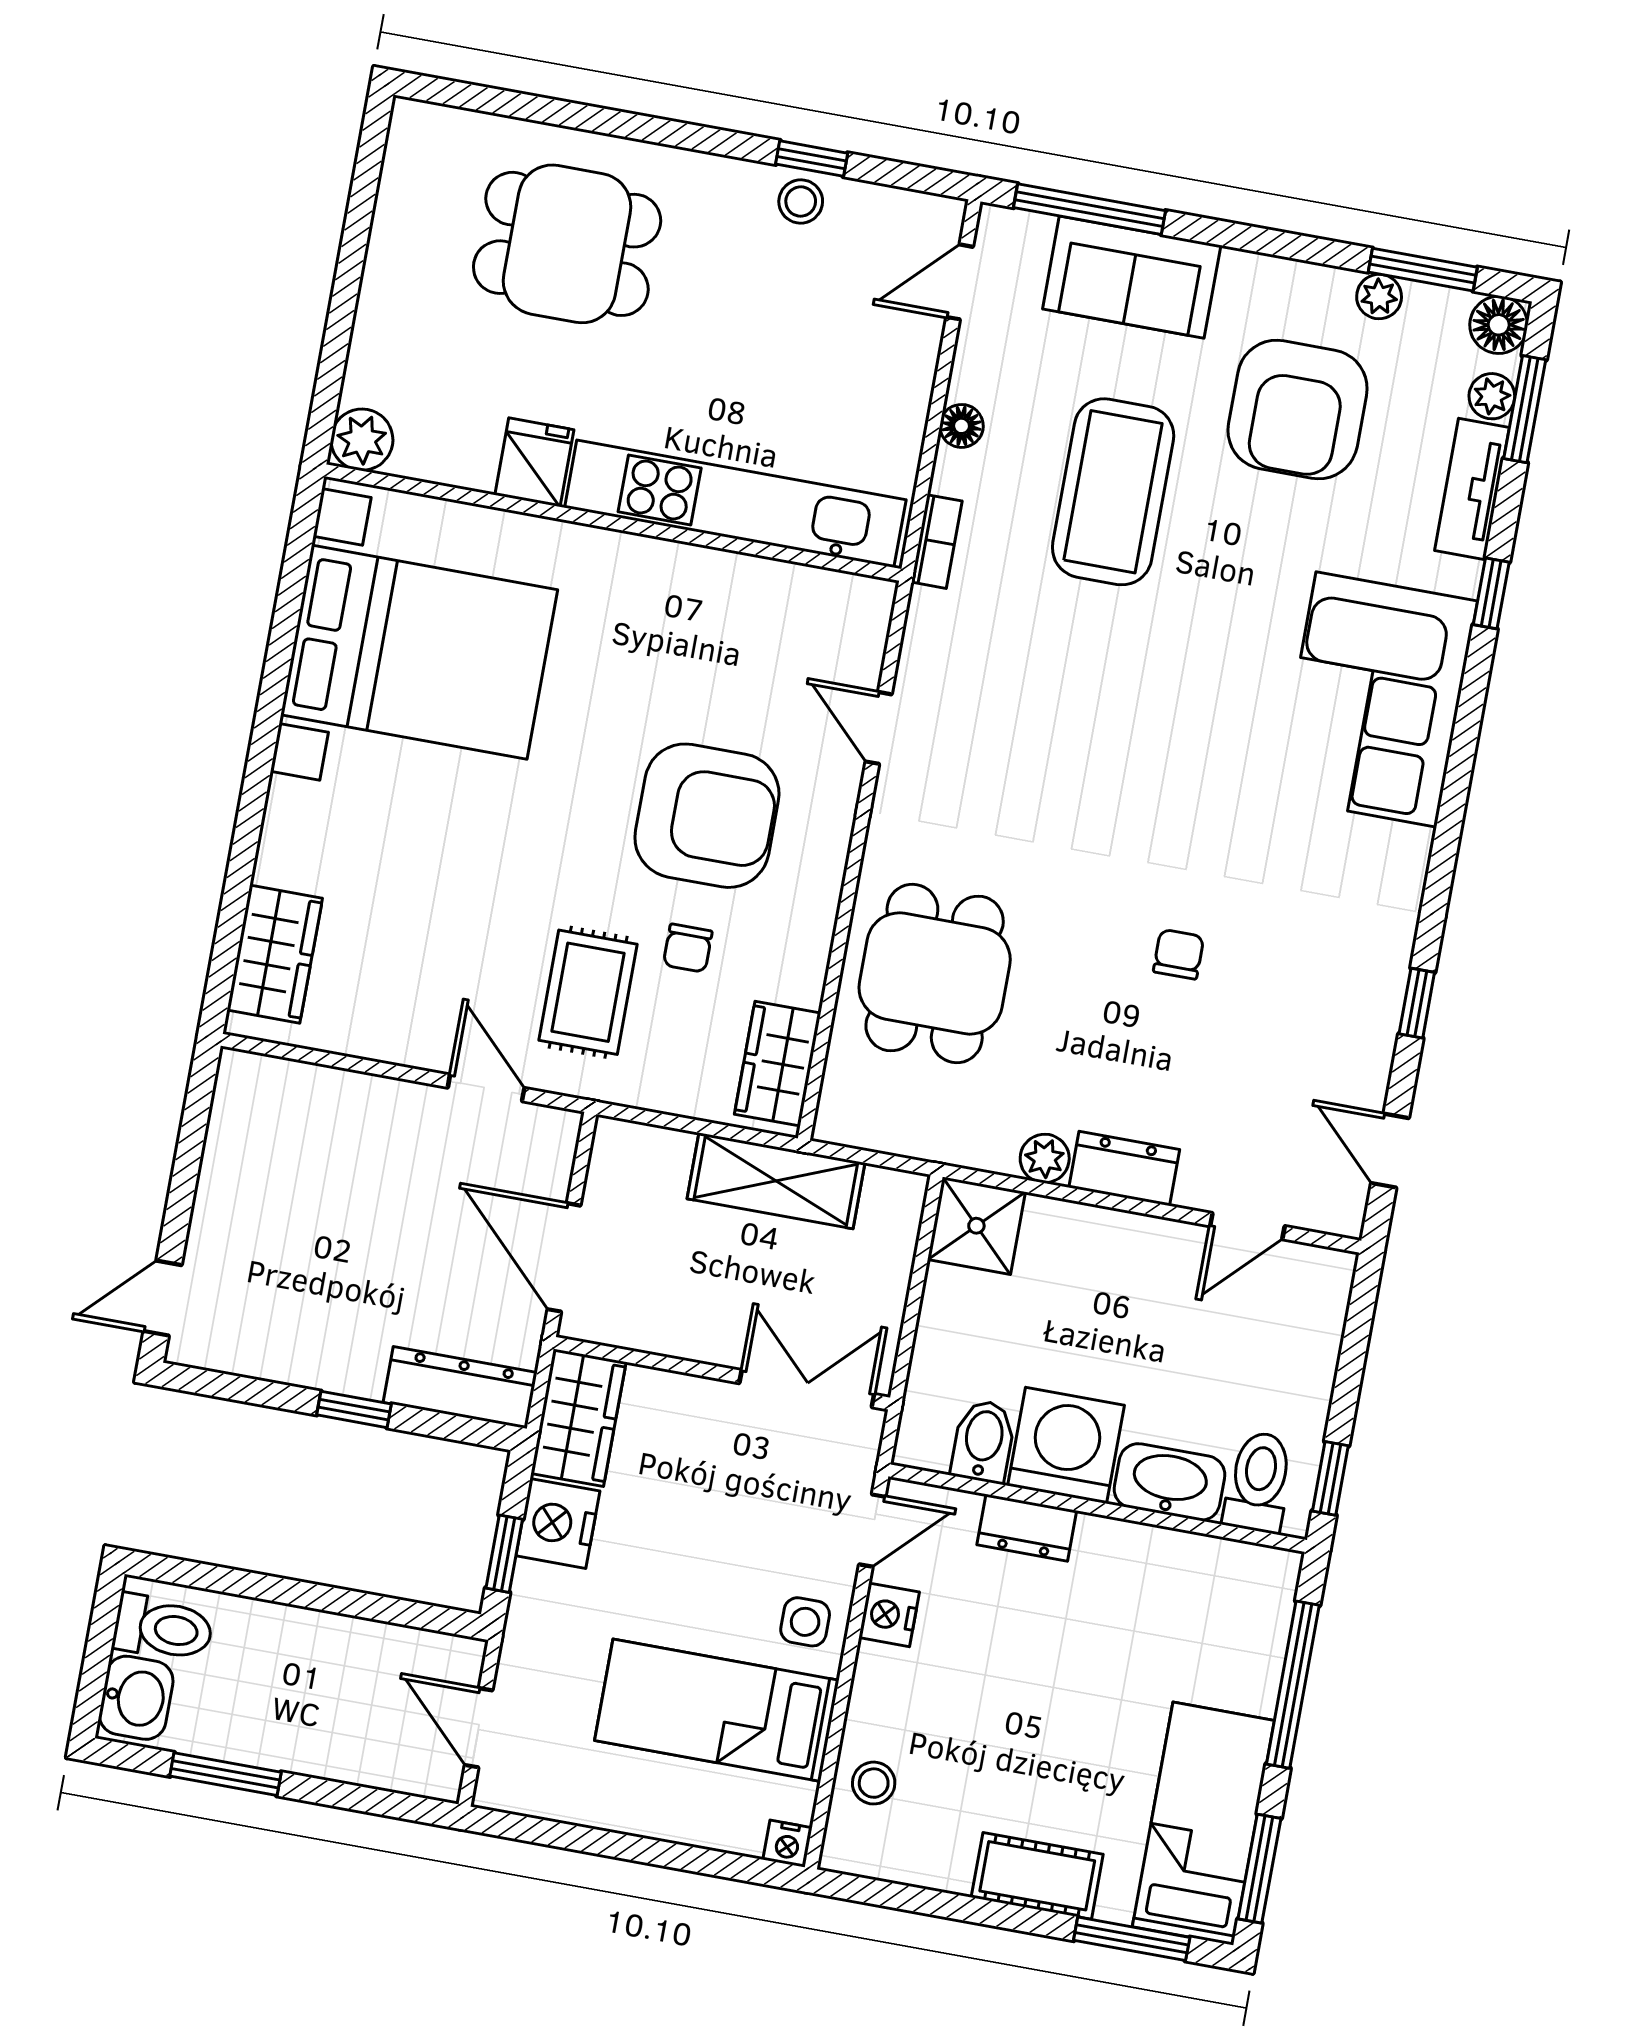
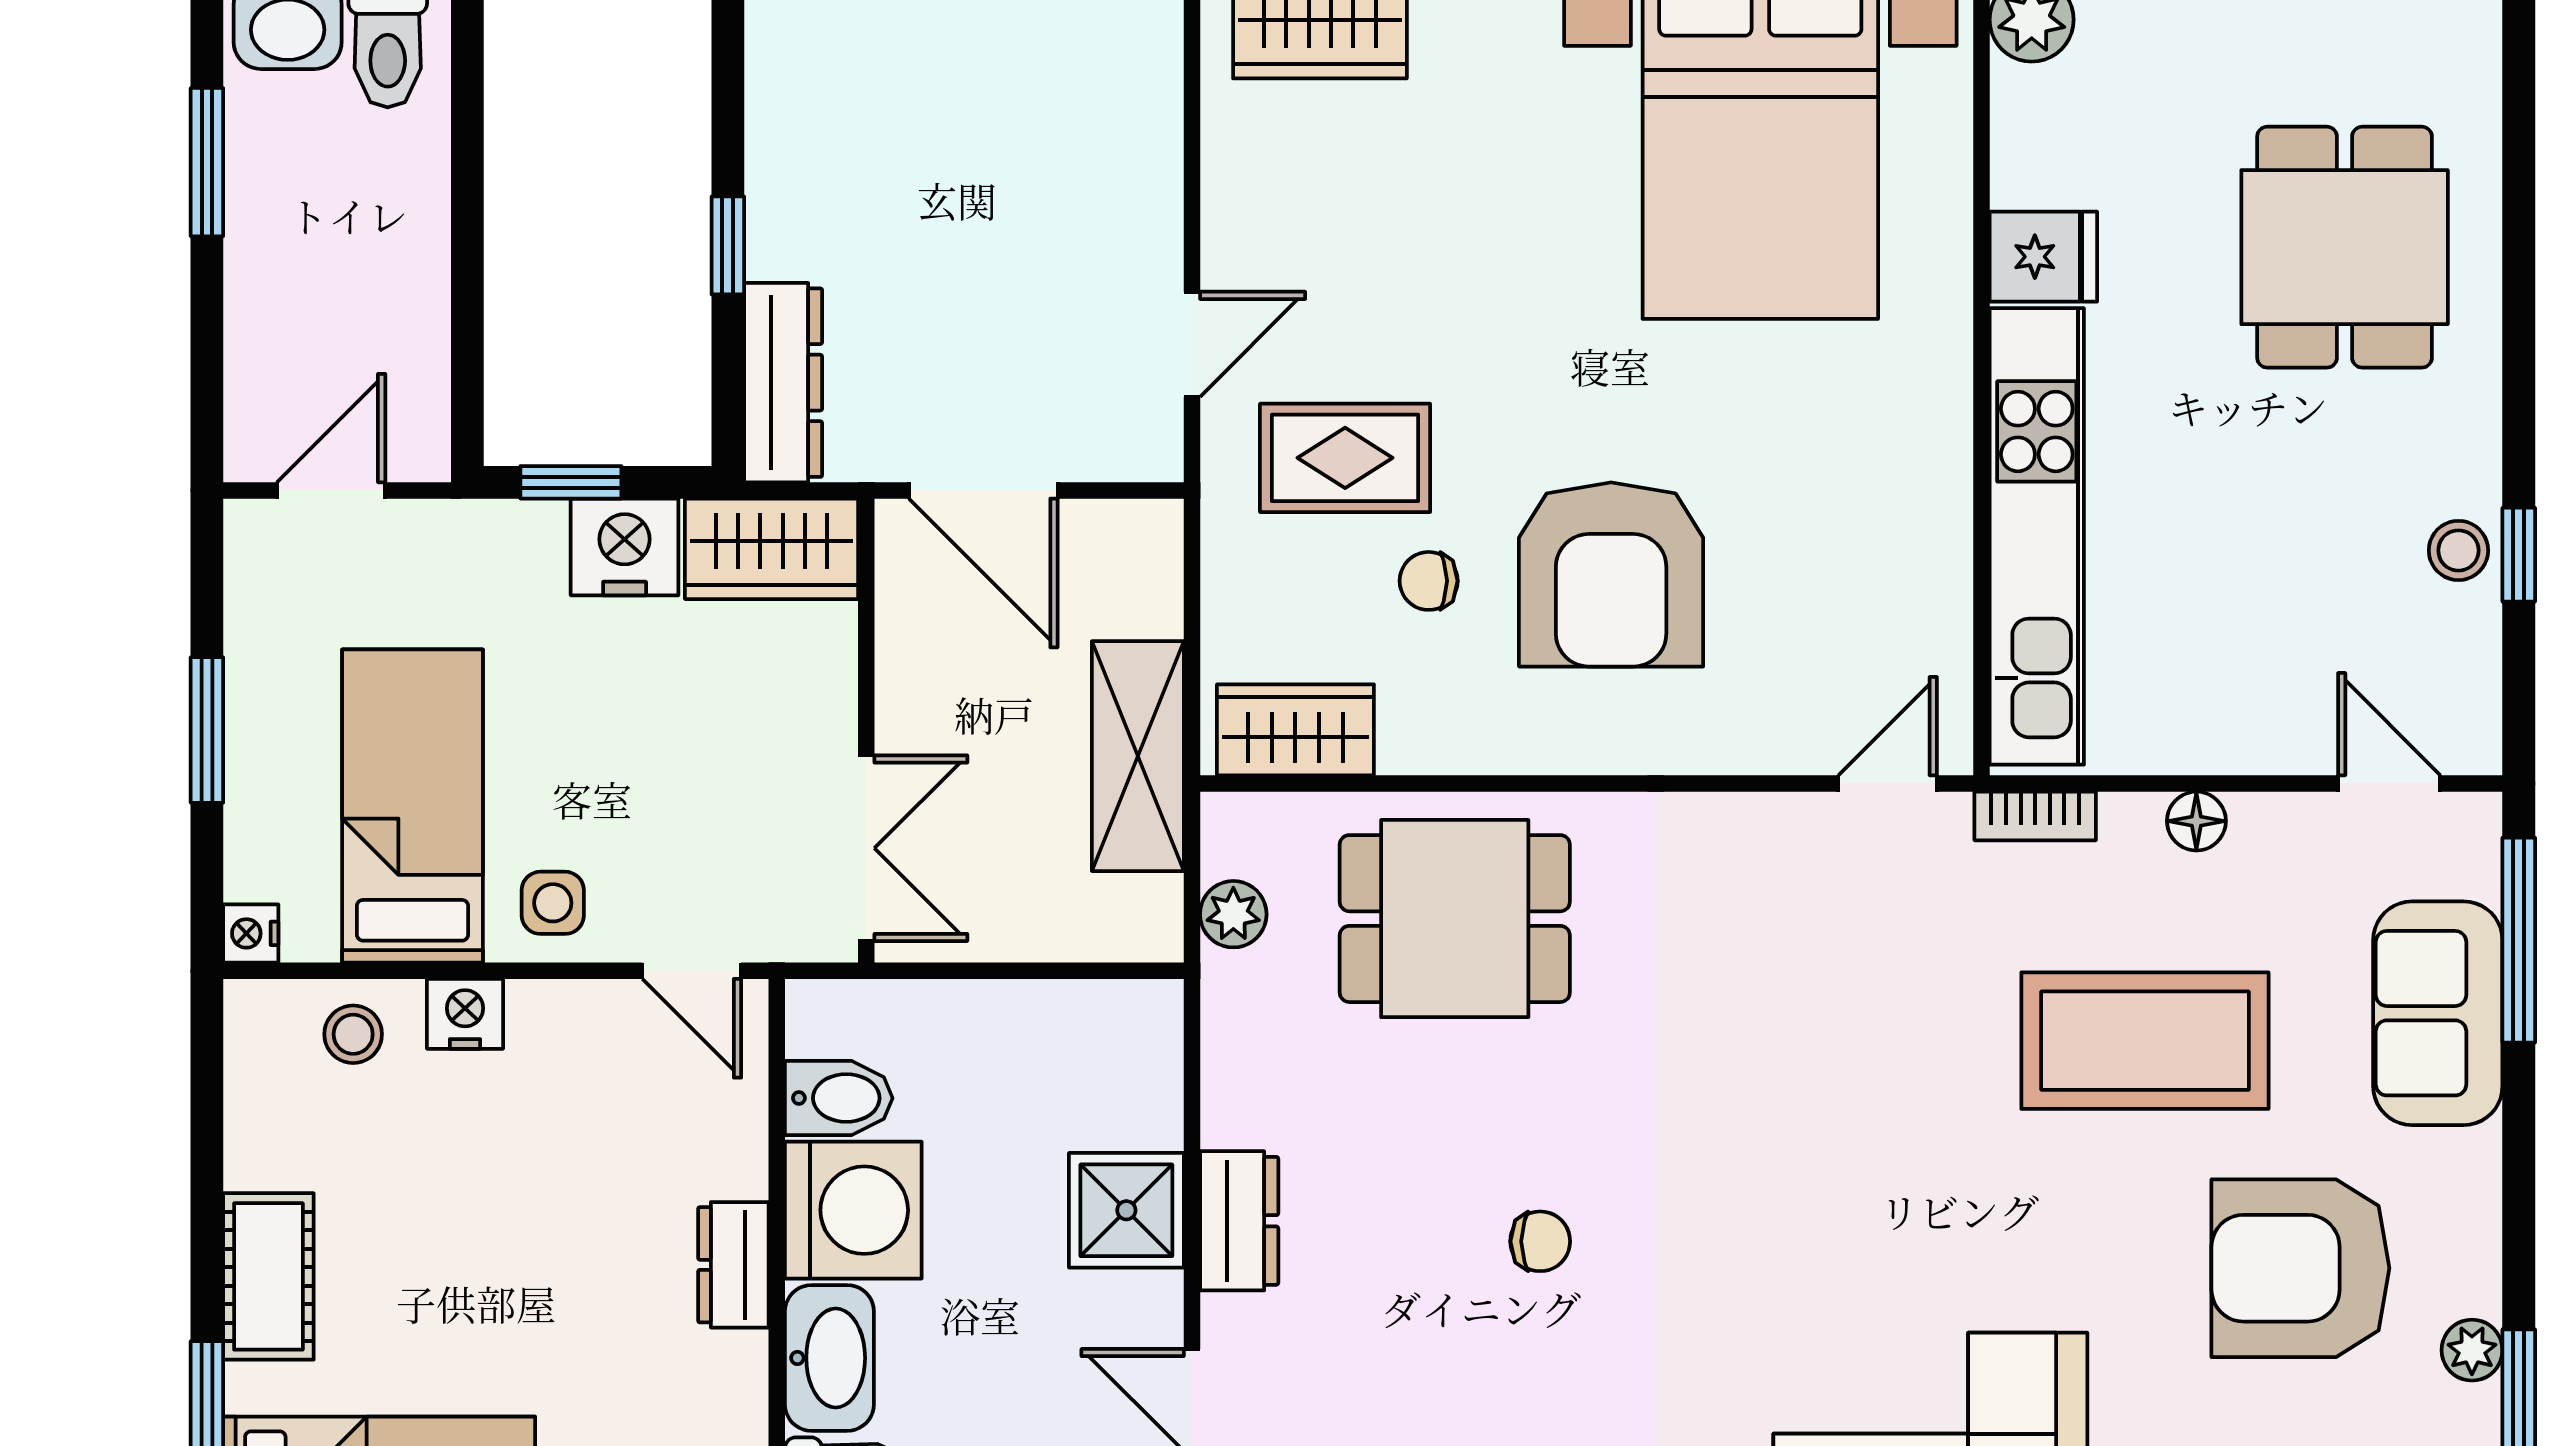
door: (879, 728) -> (1888, 783), moved
plant: (1045, 1158) -> (1233, 914), moved
shower: (976, 1226) -> (1126, 1210), moved
door: (564, 1257) -> (983, 490), swing flipped
dresser: (1027, 1528) -> (733, 1265), moved
nightstand: (889, 1615) -> (465, 1014), moved
window: (635, 1849) -> (207, 730), added

